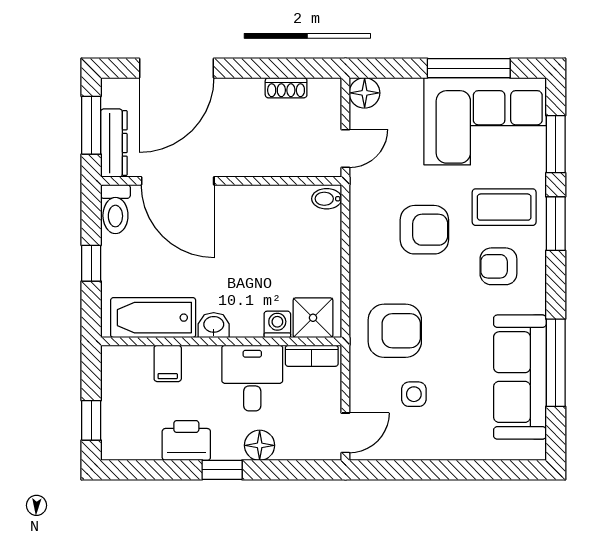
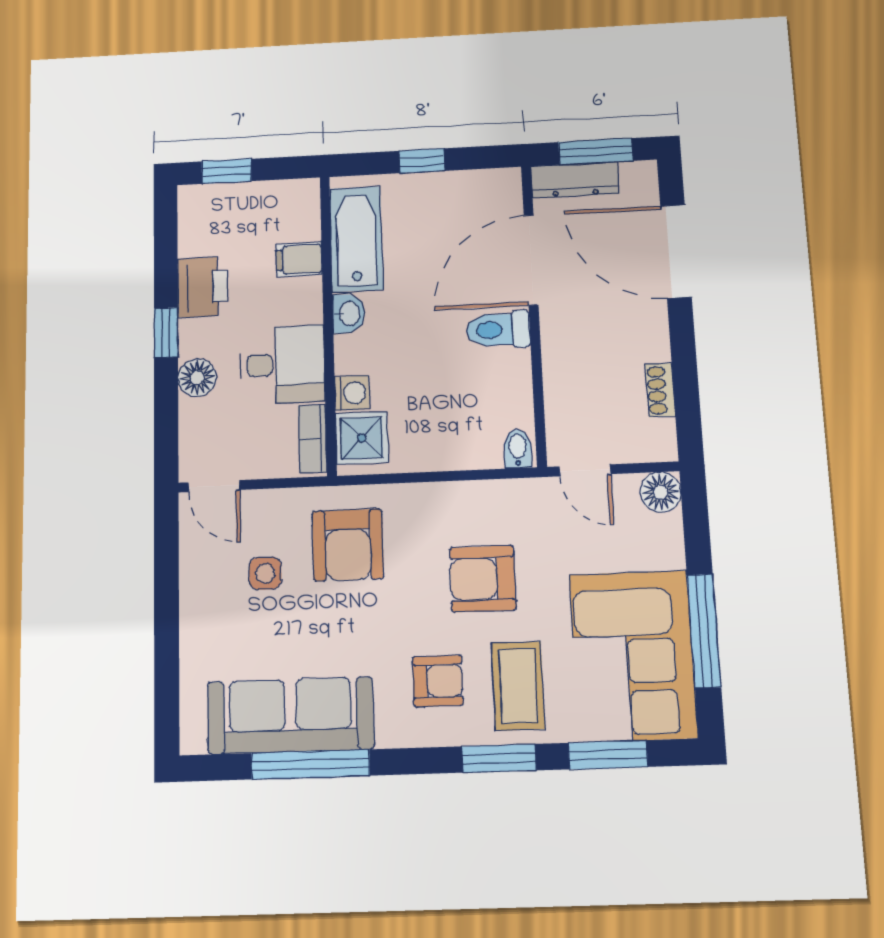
toilet: (115, 209) -> (498, 330), moved
armchair: (424, 230) -> (483, 579), turned 90
armchair: (498, 266) -> (438, 681), turned 90

